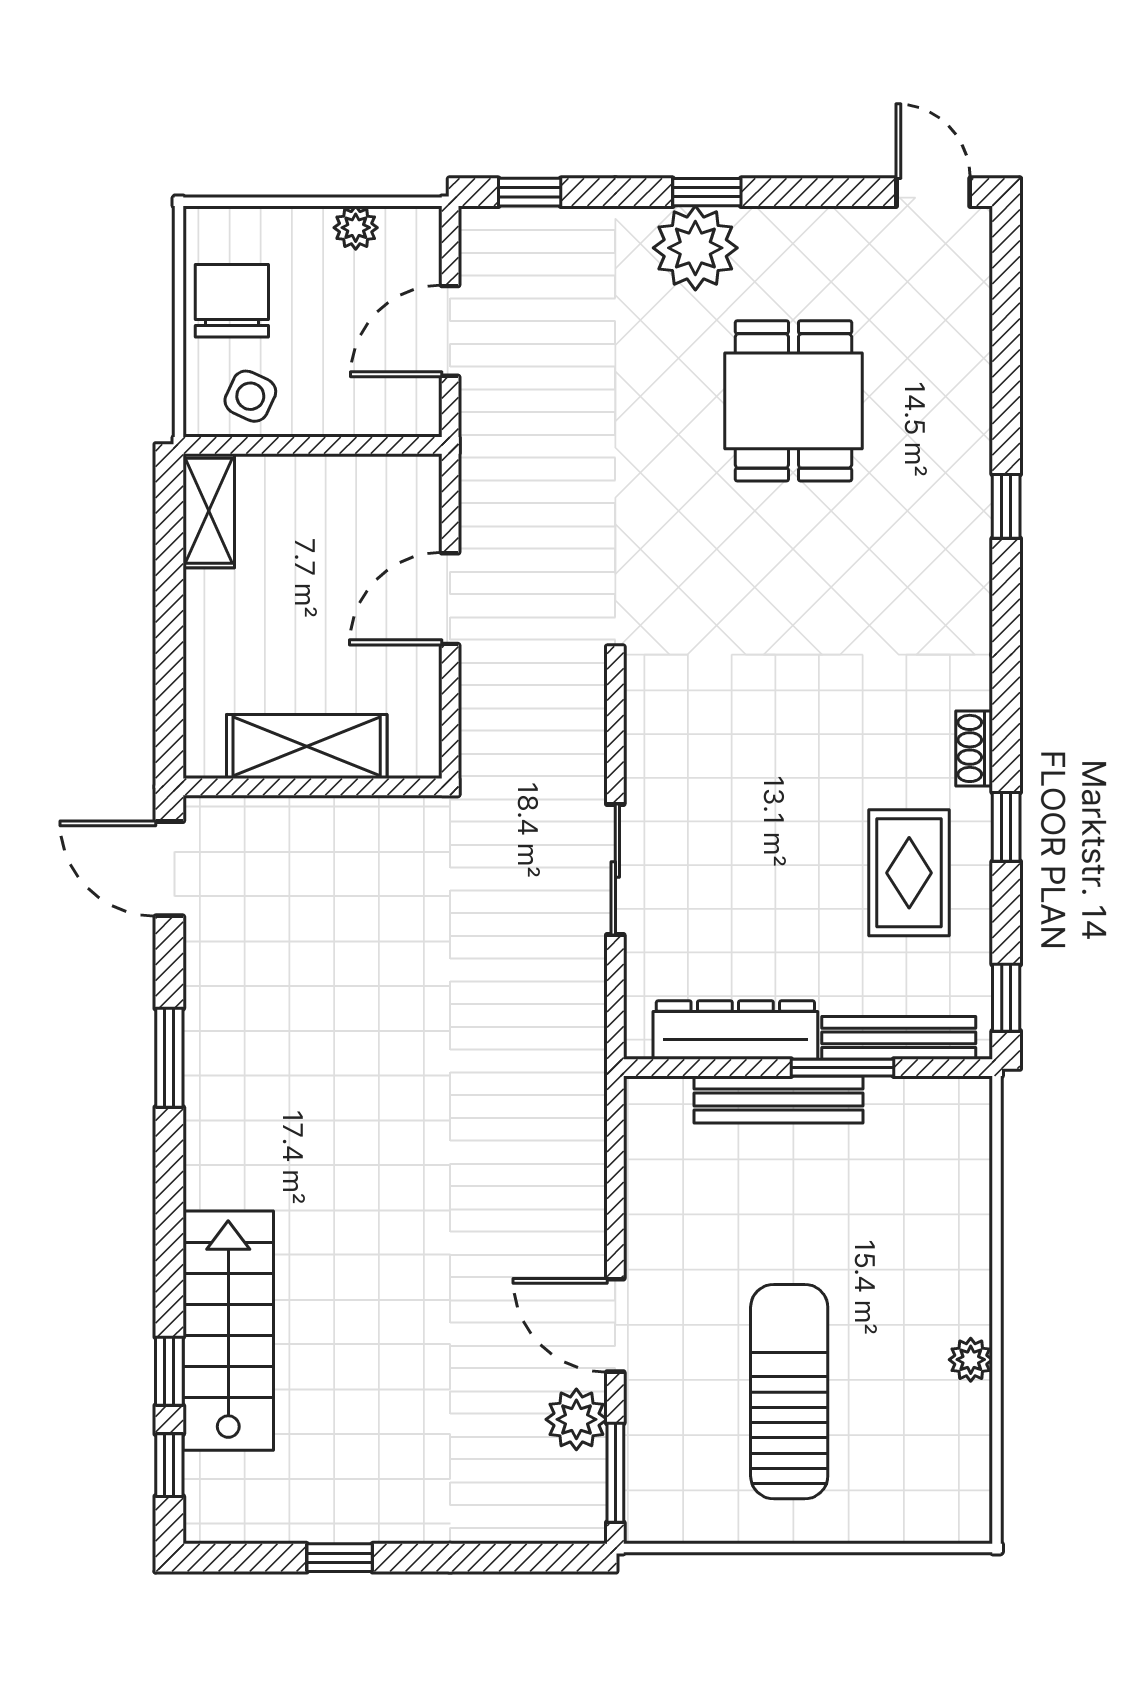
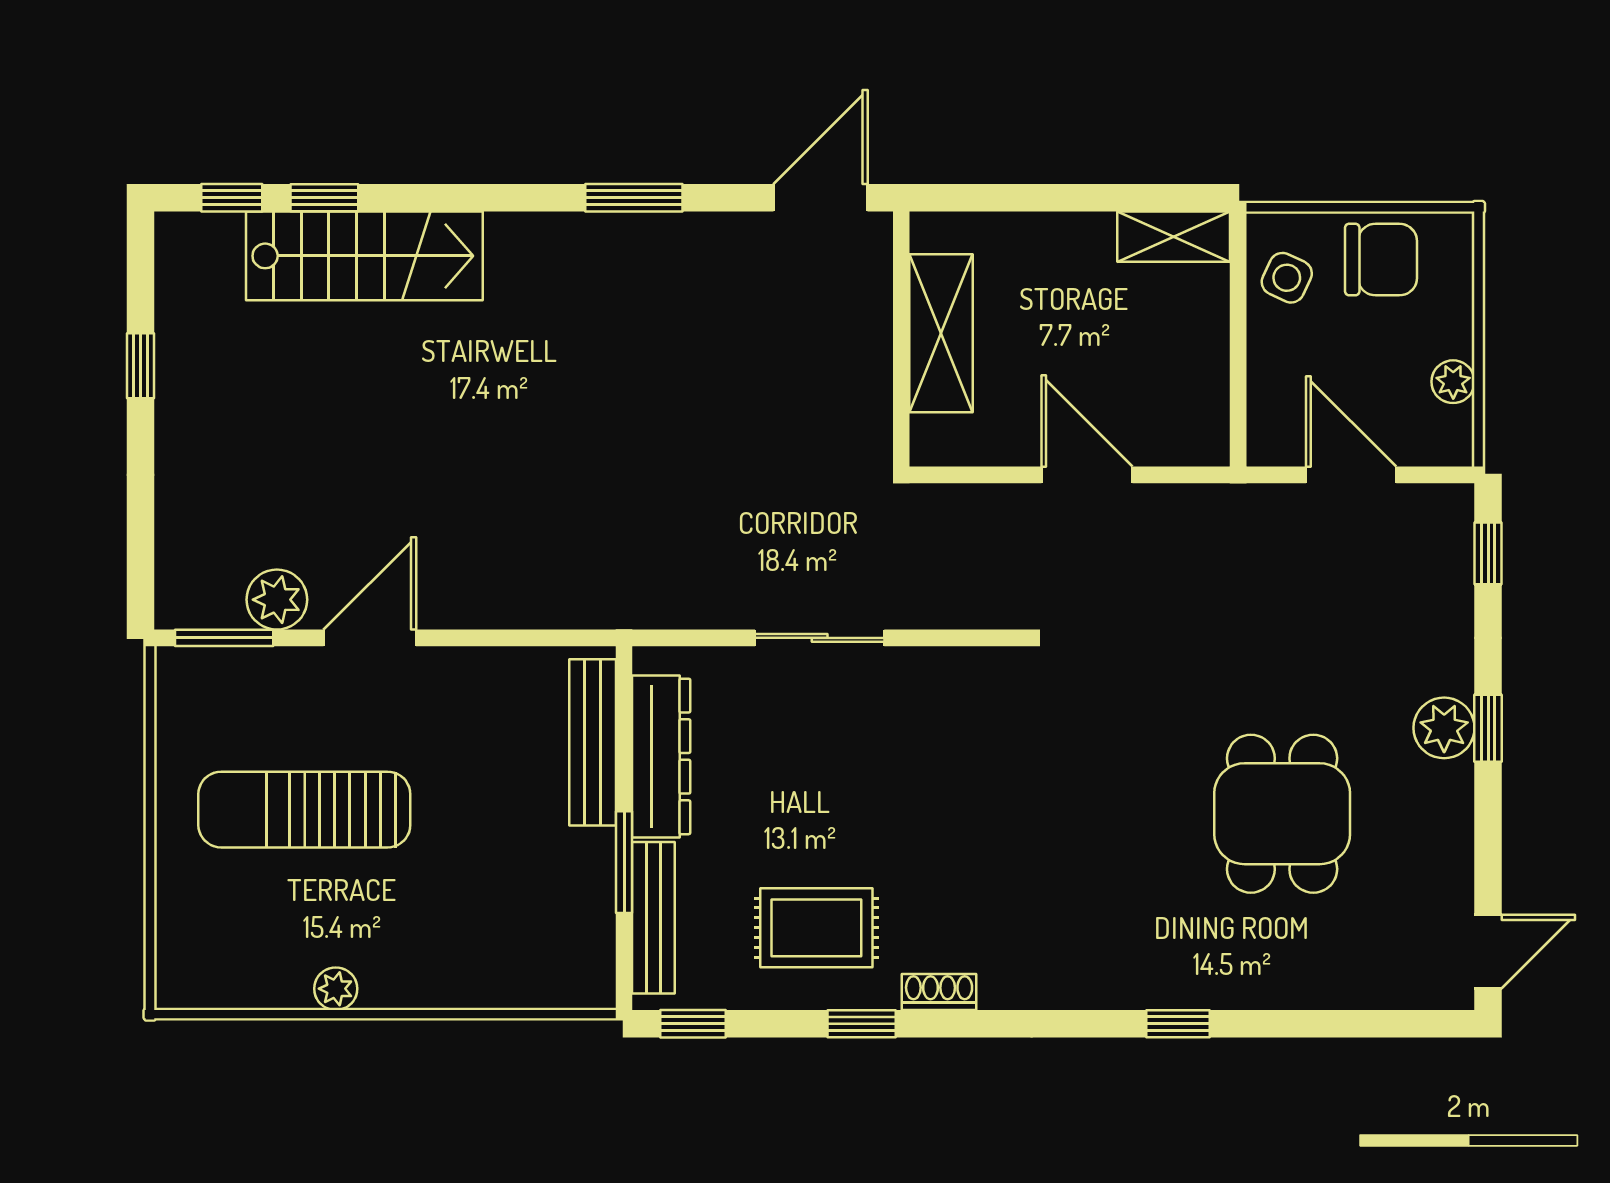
plant: (695, 248) -> (1444, 728), width x0.73, depth x0.73
dining table: (793, 401) -> (1282, 814), turned 90
bench: (779, 1100) -> (593, 742), moved
sun lounger: (789, 1392) -> (304, 810), turned 180

